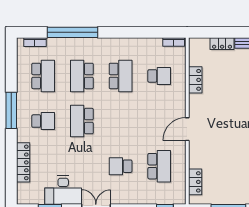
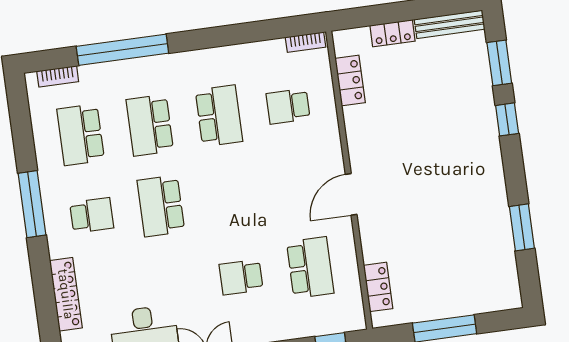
school desk: (43, 76) -> (81, 135), turned 180
school desk: (159, 76) -> (288, 106), turned 180
locker: (195, 80) -> (350, 80), moved

